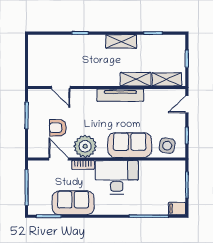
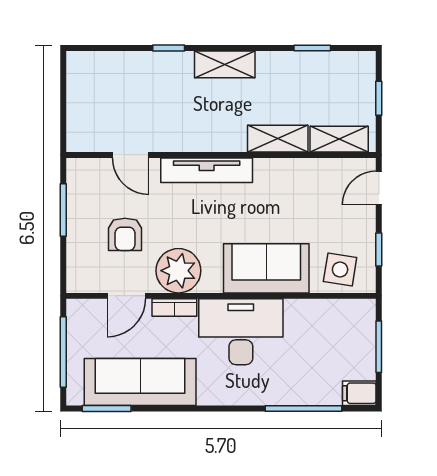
shelving: (121, 41) -> (225, 64), moved
tv unit: (120, 95) -> (207, 170), moved
armchair: (58, 128) -> (125, 234), turned -90
door: (59, 159) -> (126, 296), swing flipped
sofa: (73, 203) -> (140, 382), width x1.36

